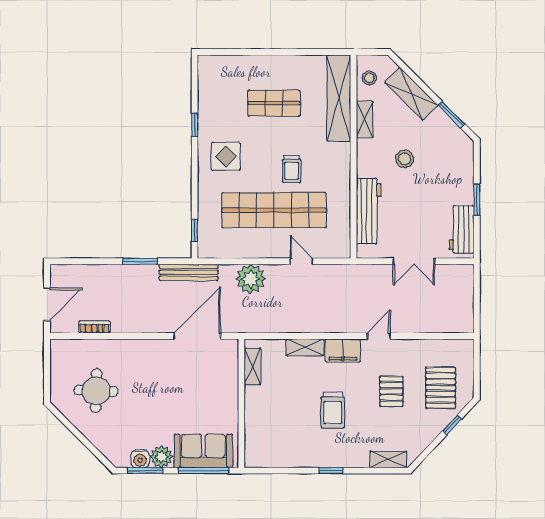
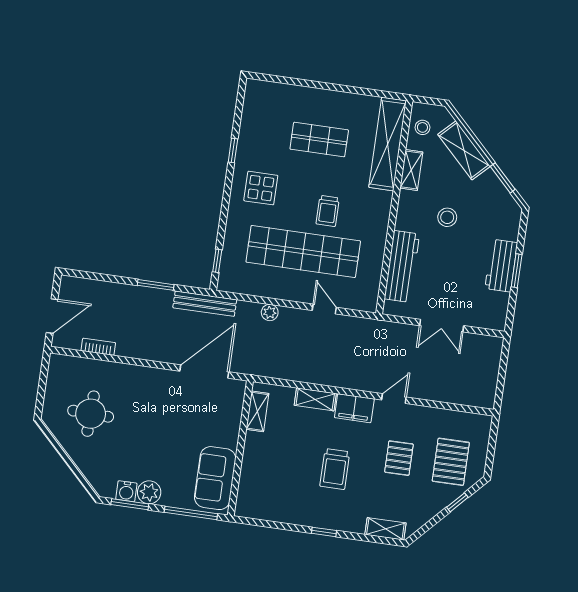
workbench: (462, 229) -> (501, 266), moved
plant: (251, 279) -> (270, 312), width x0.53, depth x0.53
sofa: (203, 451) -> (215, 478), moved, turned -90

